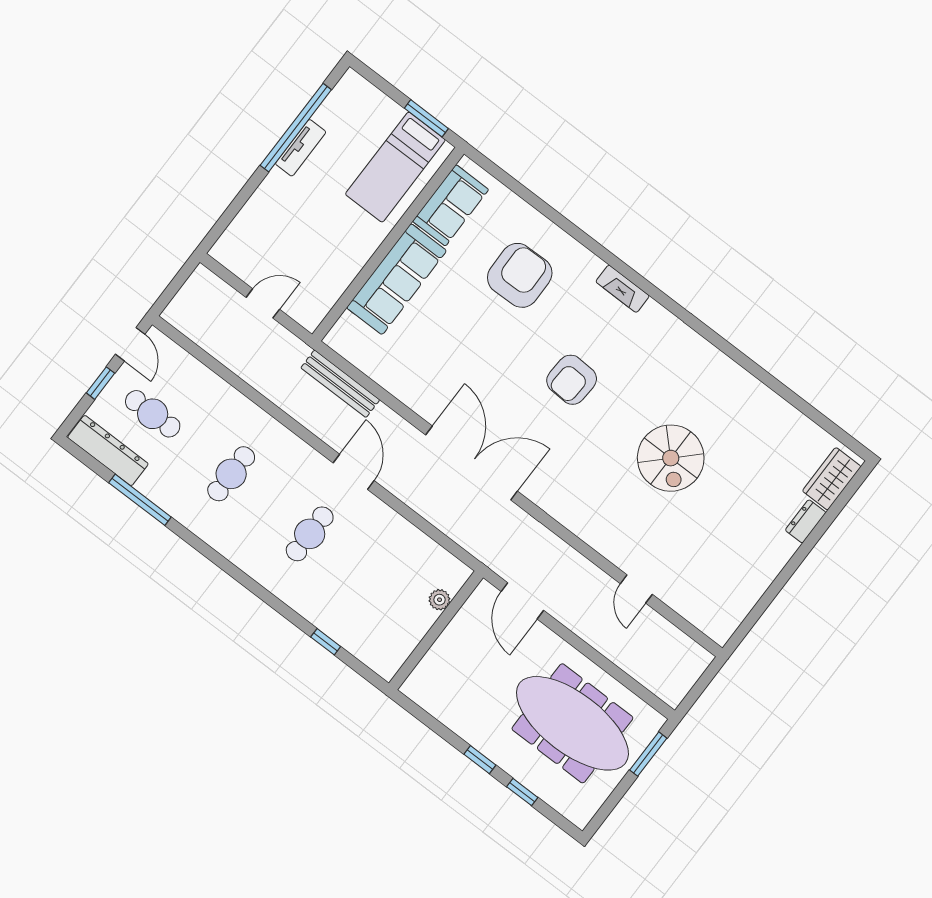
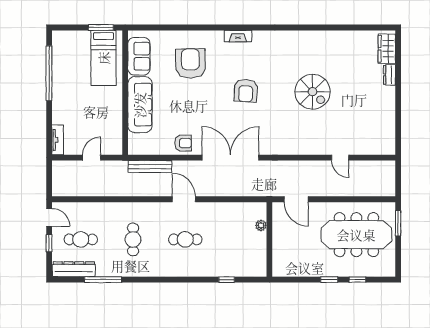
tv unit: (301, 148) -> (58, 140), moved
armchair: (417, 386) -> (183, 143), added
cafe table: (310, 534) -> (185, 239), turned 90

